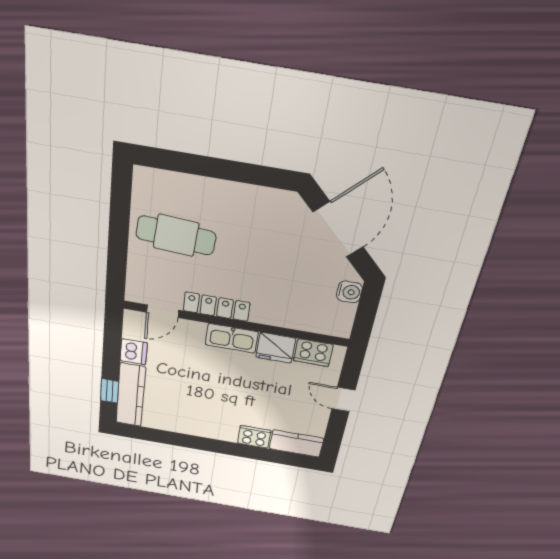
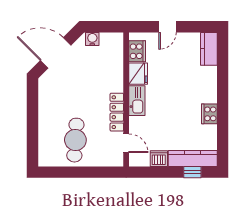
cooker: (254, 437) -> (209, 114), moved

